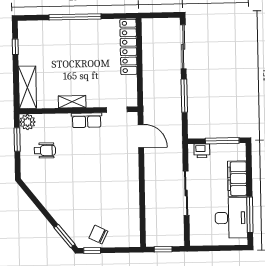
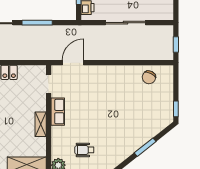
wheelchair: (45, 150) -> (84, 150), turned -90
chair: (98, 235) -> (149, 77), moved
window: (64, 236) -> (145, 147), moved

